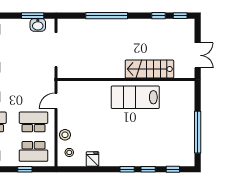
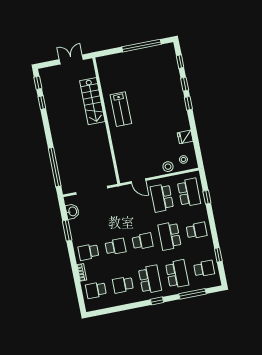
window: (33, 16) -> (67, 231), moved
window: (107, 16) -> (55, 167), moved
lab bench: (135, 97) -> (121, 109), width x0.73, depth x0.72

